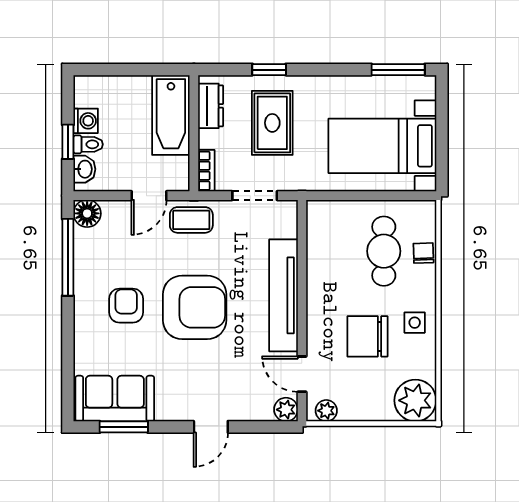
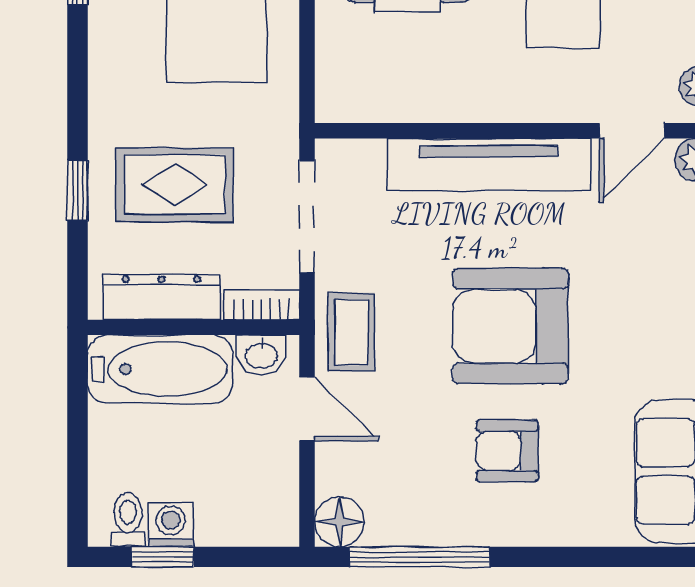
dresser: (211, 106) -> (161, 297), width x1.44
window: (68, 142) -> (163, 557), moved
toilet: (88, 144) -> (128, 520), moved
washbasin: (84, 169) -> (262, 355), moved, turned 180
doorway: (255, 196) -> (307, 217), width x1.38
armchair: (195, 307) -> (510, 326), turned -90

